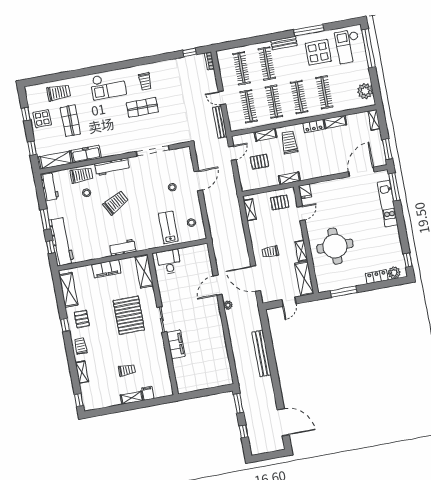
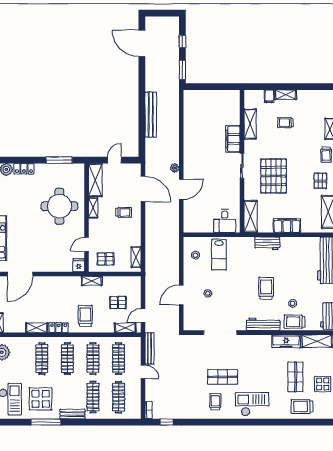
shelving: (265, 135) -> (125, 328), moved
trolley: (289, 142) -> (85, 316), turned 180
trolley: (116, 203) -> (266, 288), turned 119
shelving: (161, 362) -> (250, 124), added

